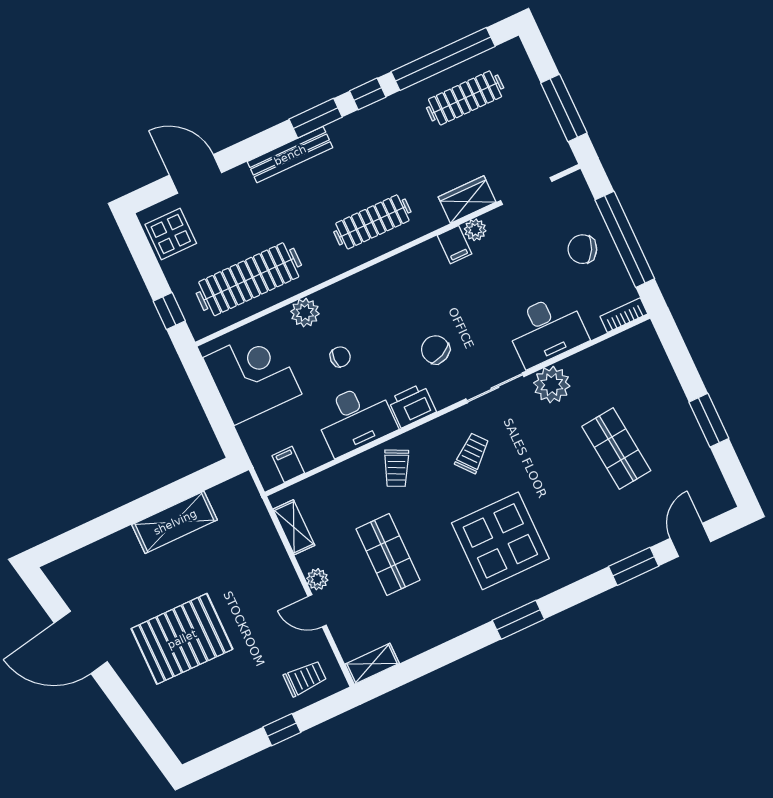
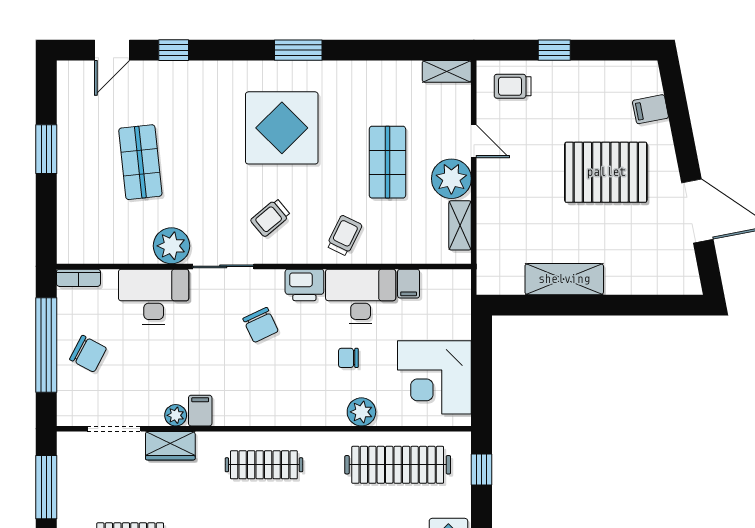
filing cabinet: (288, 464) -> (409, 284), moved
window: (634, 566) -> (174, 50), width x0.67
plant: (317, 579) -> (451, 179), width x1.87, depth x1.87
filing cabinet: (168, 716) -> (650, 109), added

